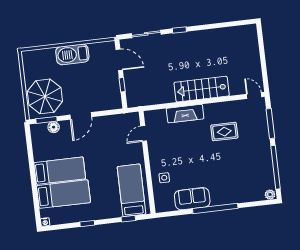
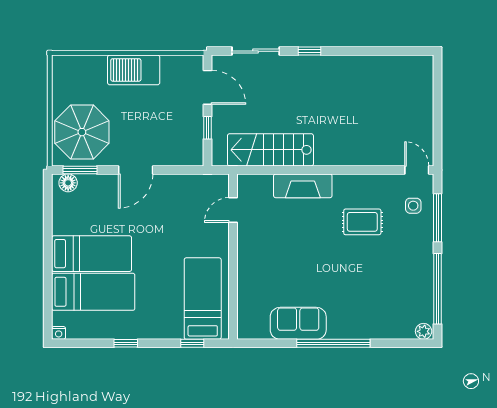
stairs: (202, 89) -> (270, 150), moved
floor lamp: (54, 127) -> (68, 183), moved
side table: (164, 178) -> (413, 206), moved

